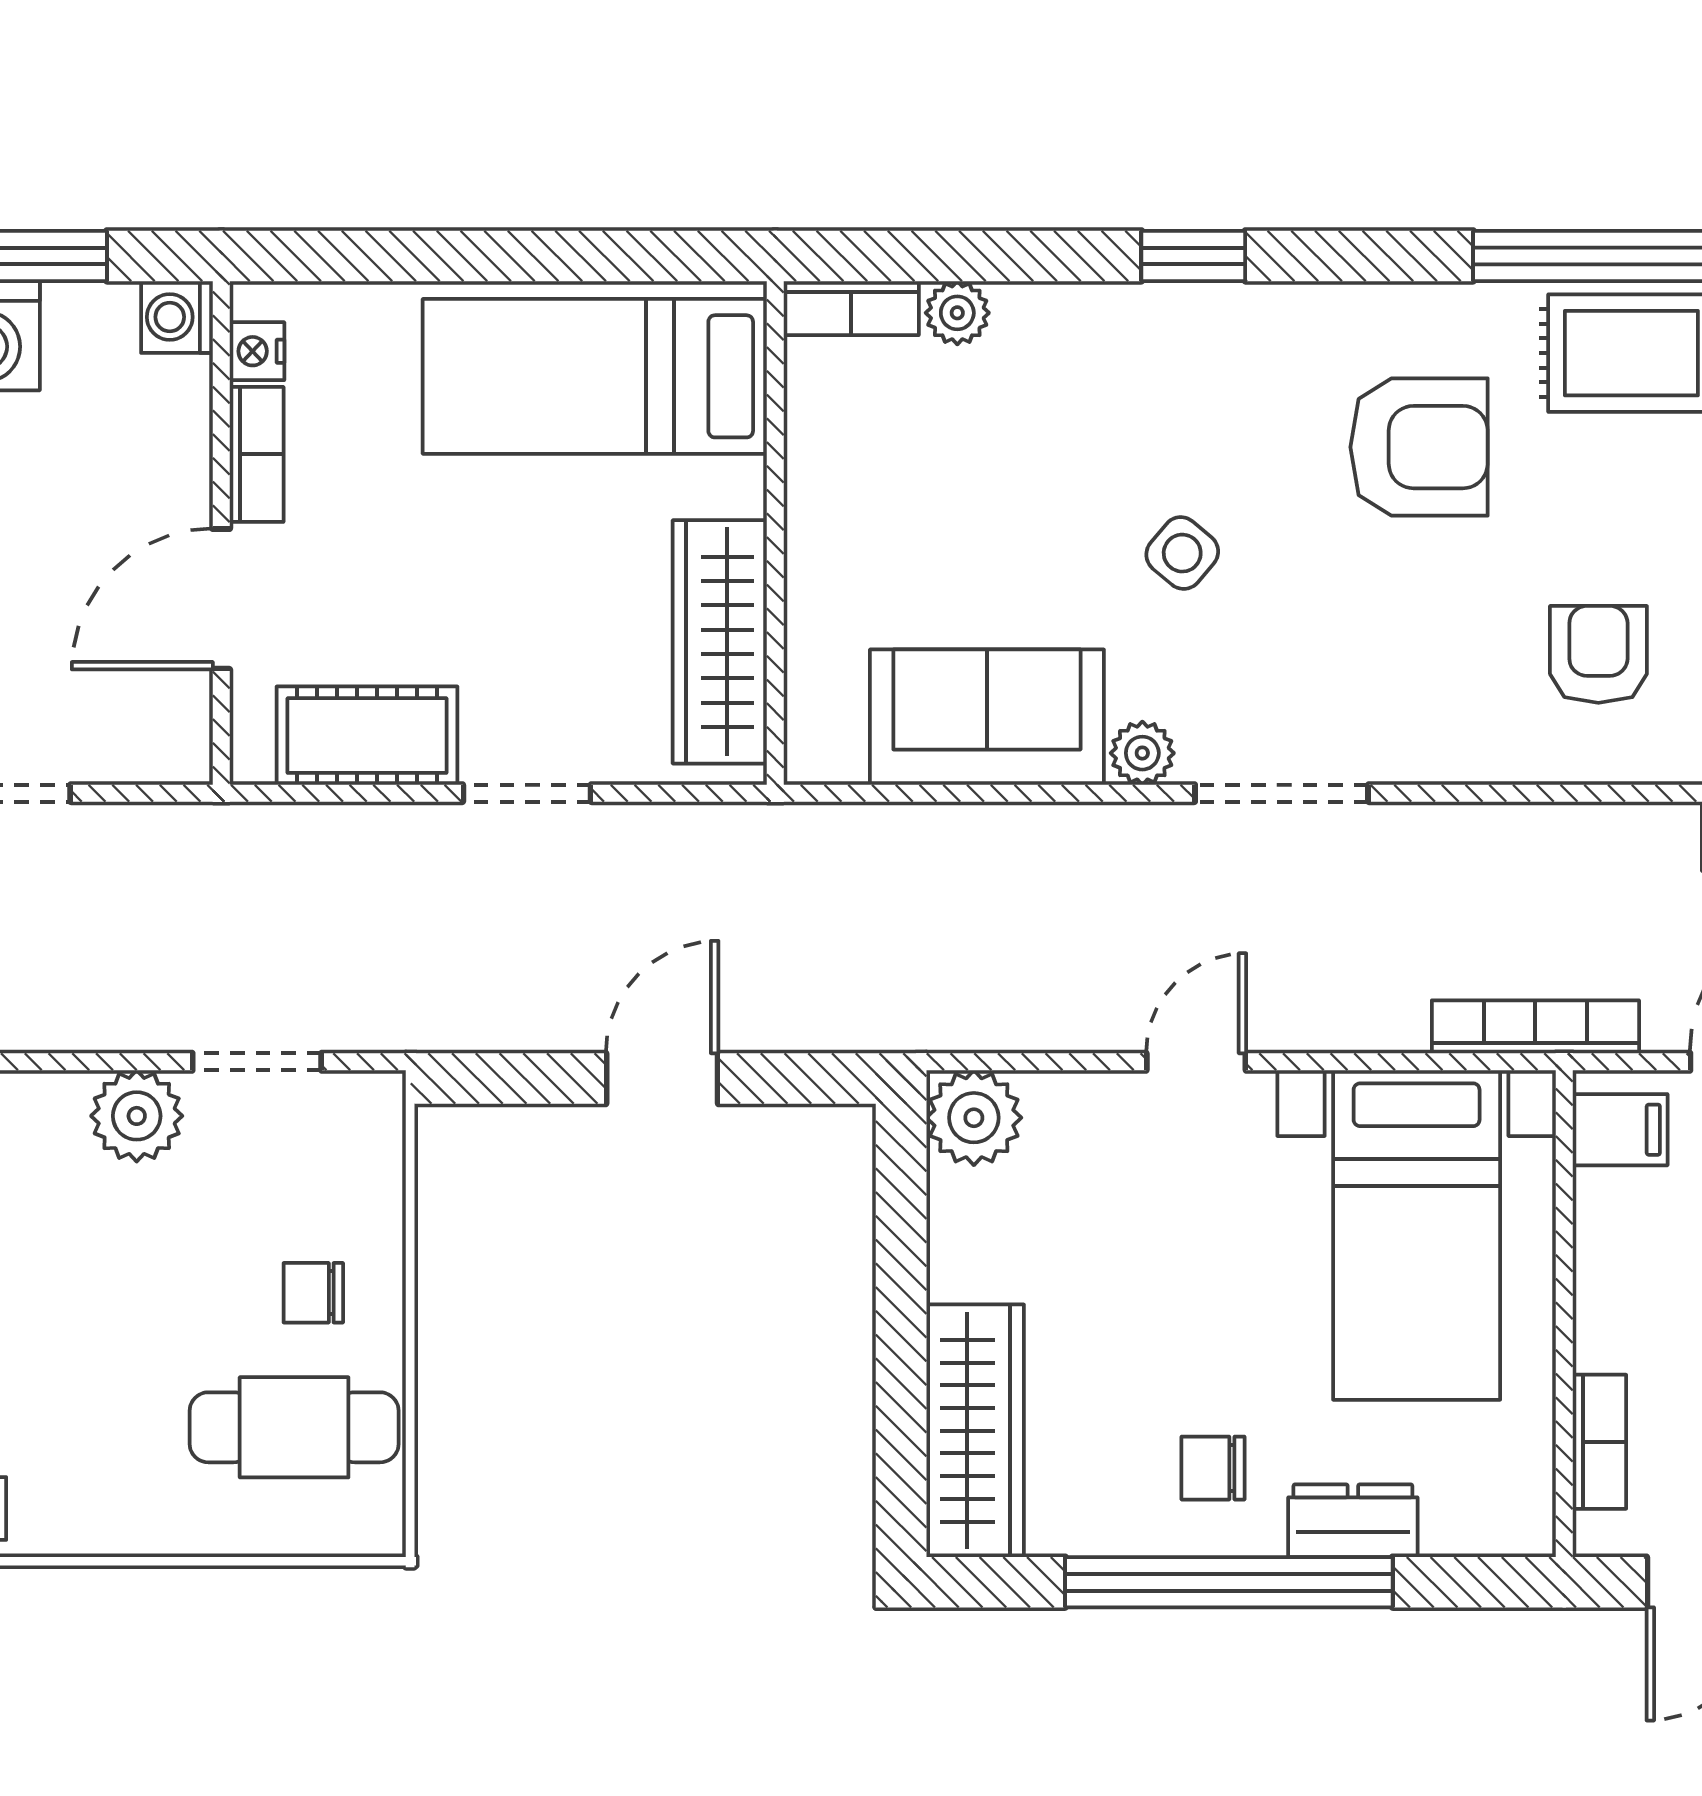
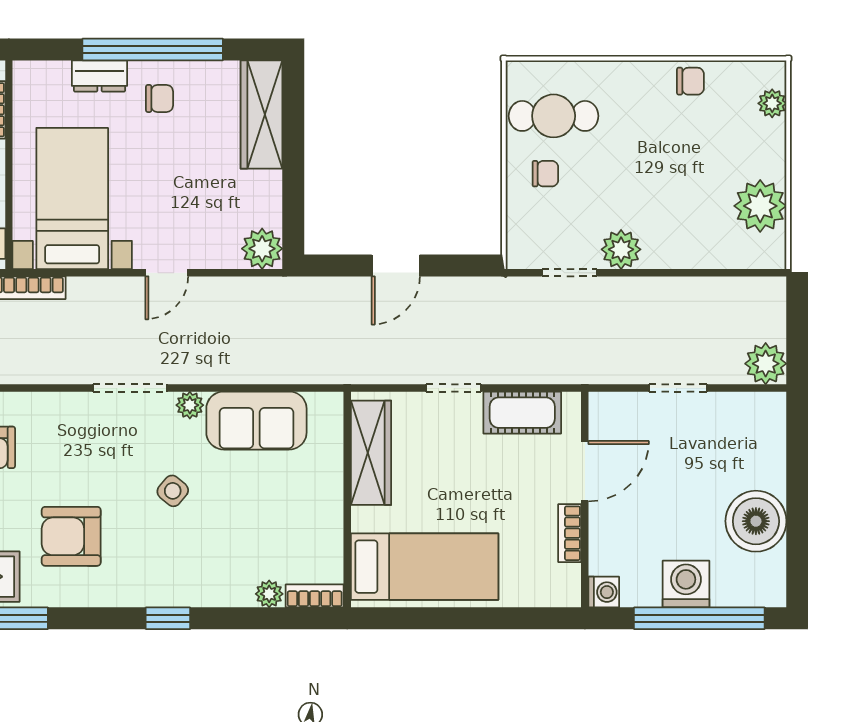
nightstand: (257, 351) -> (569, 577), removed

